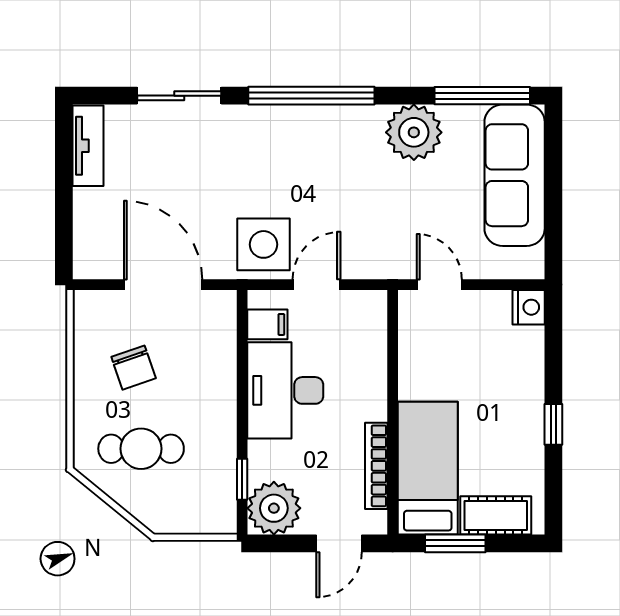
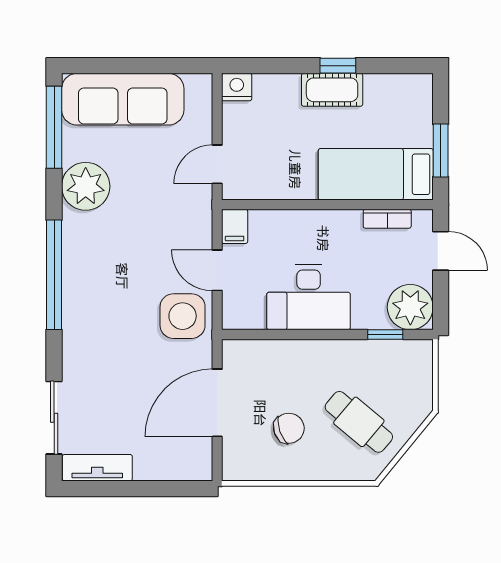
sliding door: (179, 96) -> (54, 418), moved
filing cabinet: (267, 324) -> (235, 226), moved, turned 180
cafe table: (141, 449) -> (359, 422), turned -50
bookcase: (376, 466) -> (387, 219), width x0.64
cot: (496, 515) -> (332, 90), moved, turned 90

